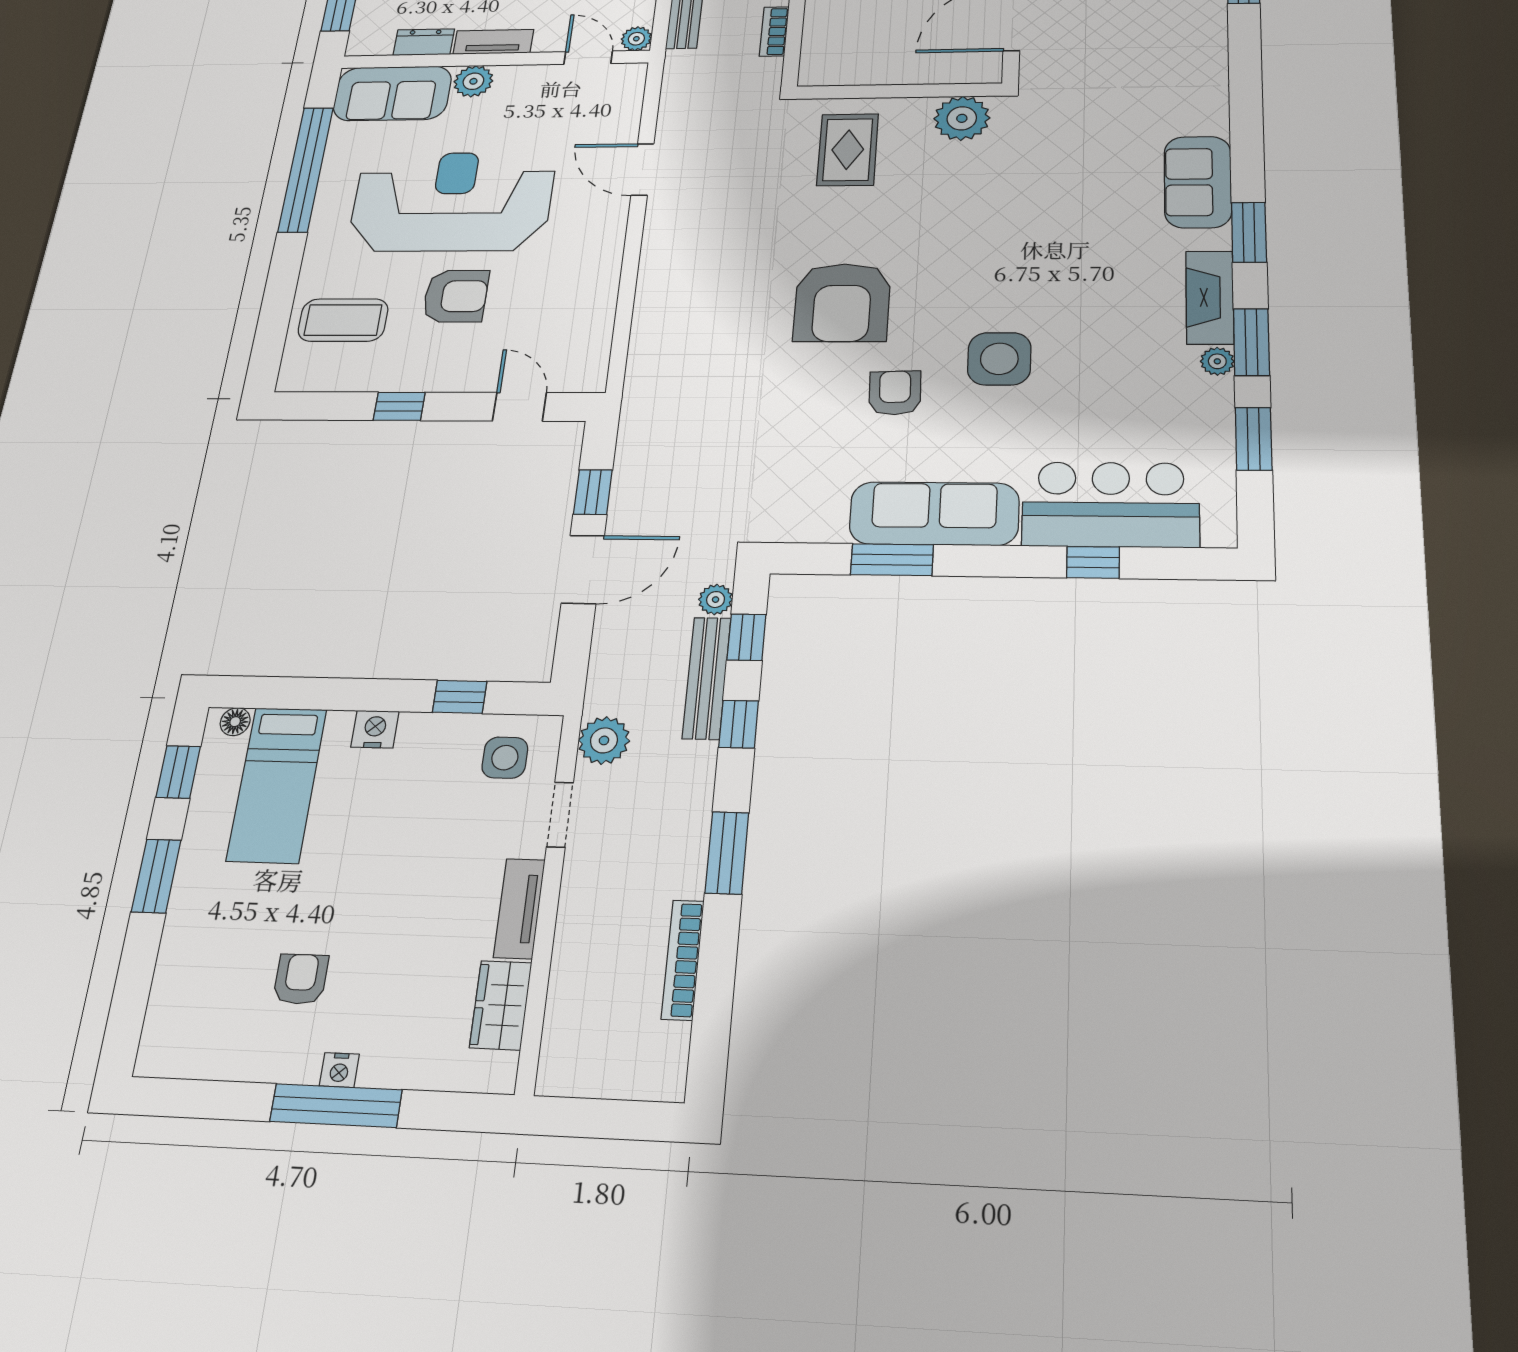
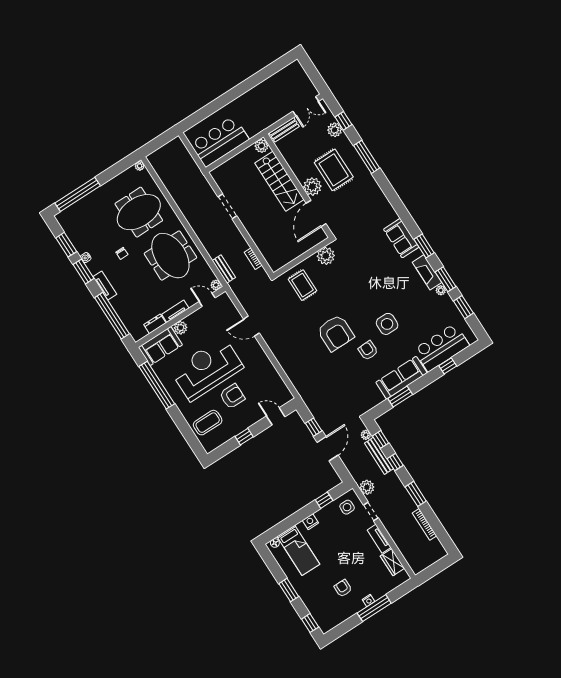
window: (178, 772) -> (310, 623), moved

